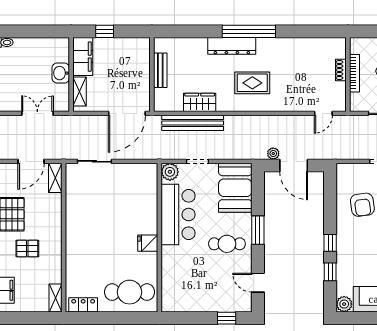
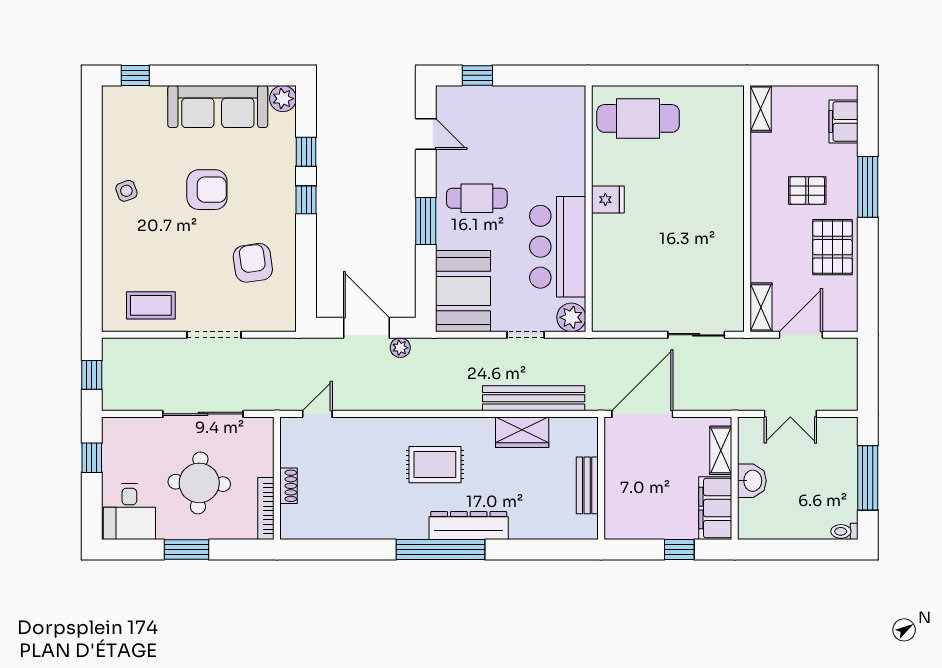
bookcase: (354, 73) -> (266, 508), moved
locker: (83, 305) -> (715, 97), removed

